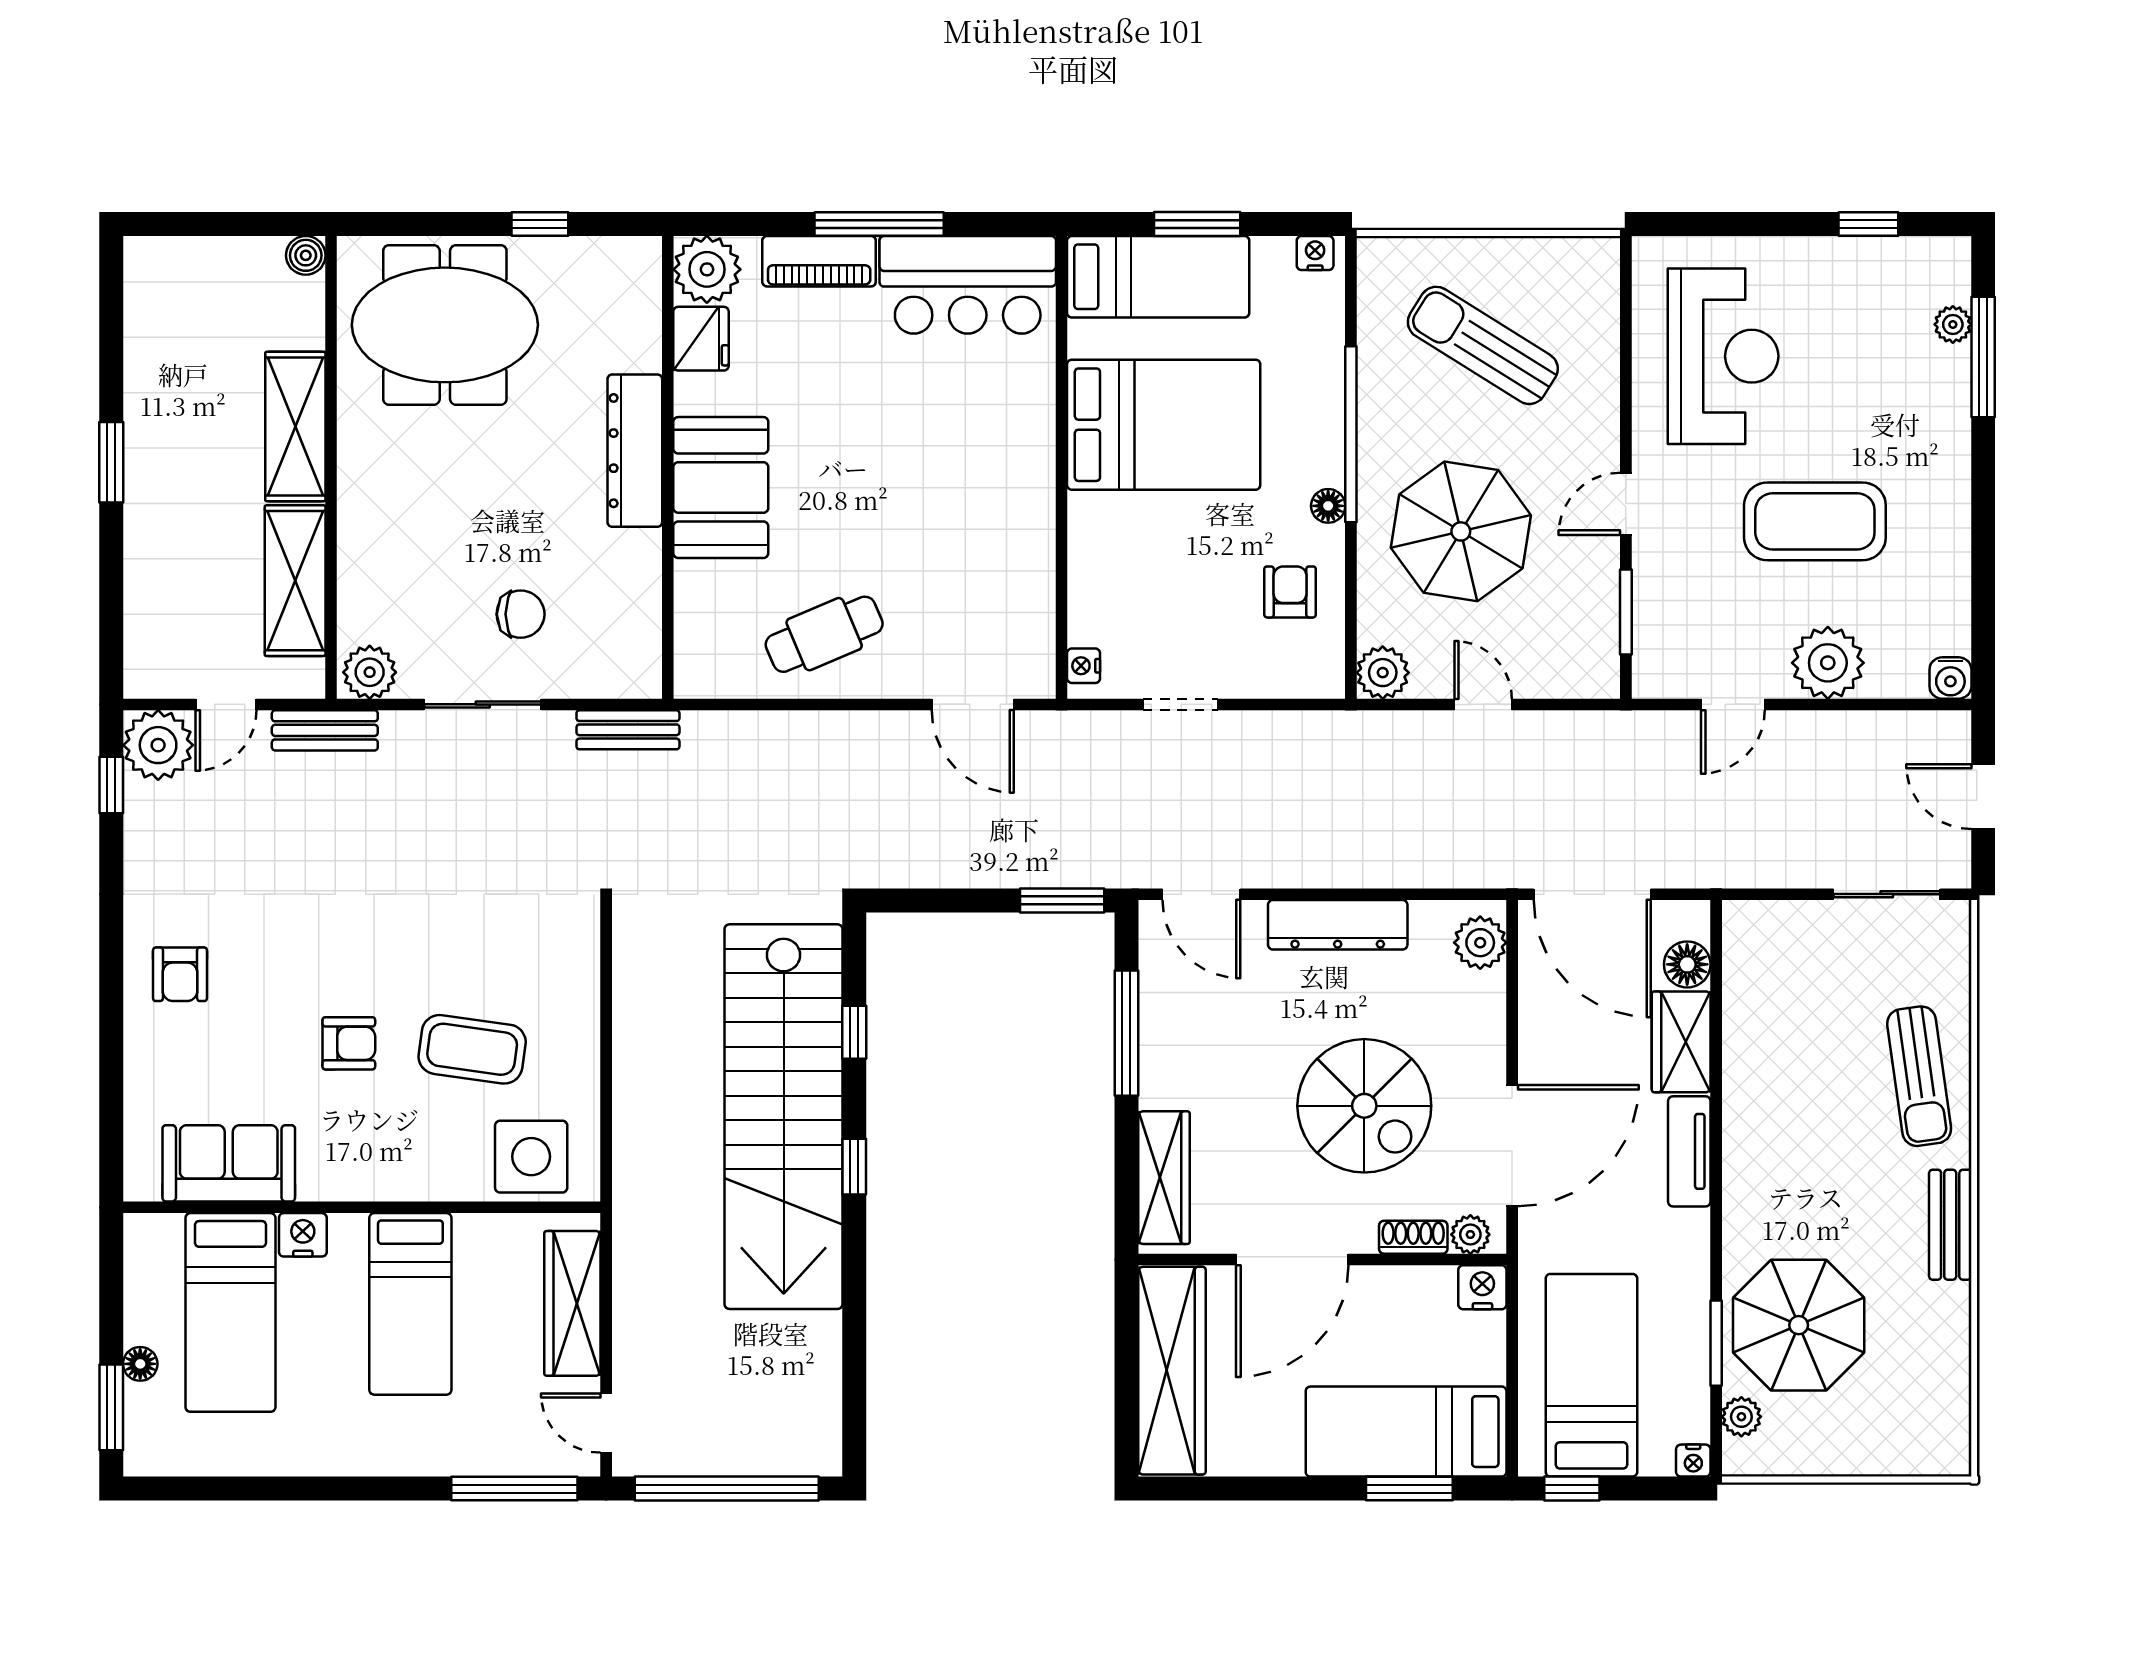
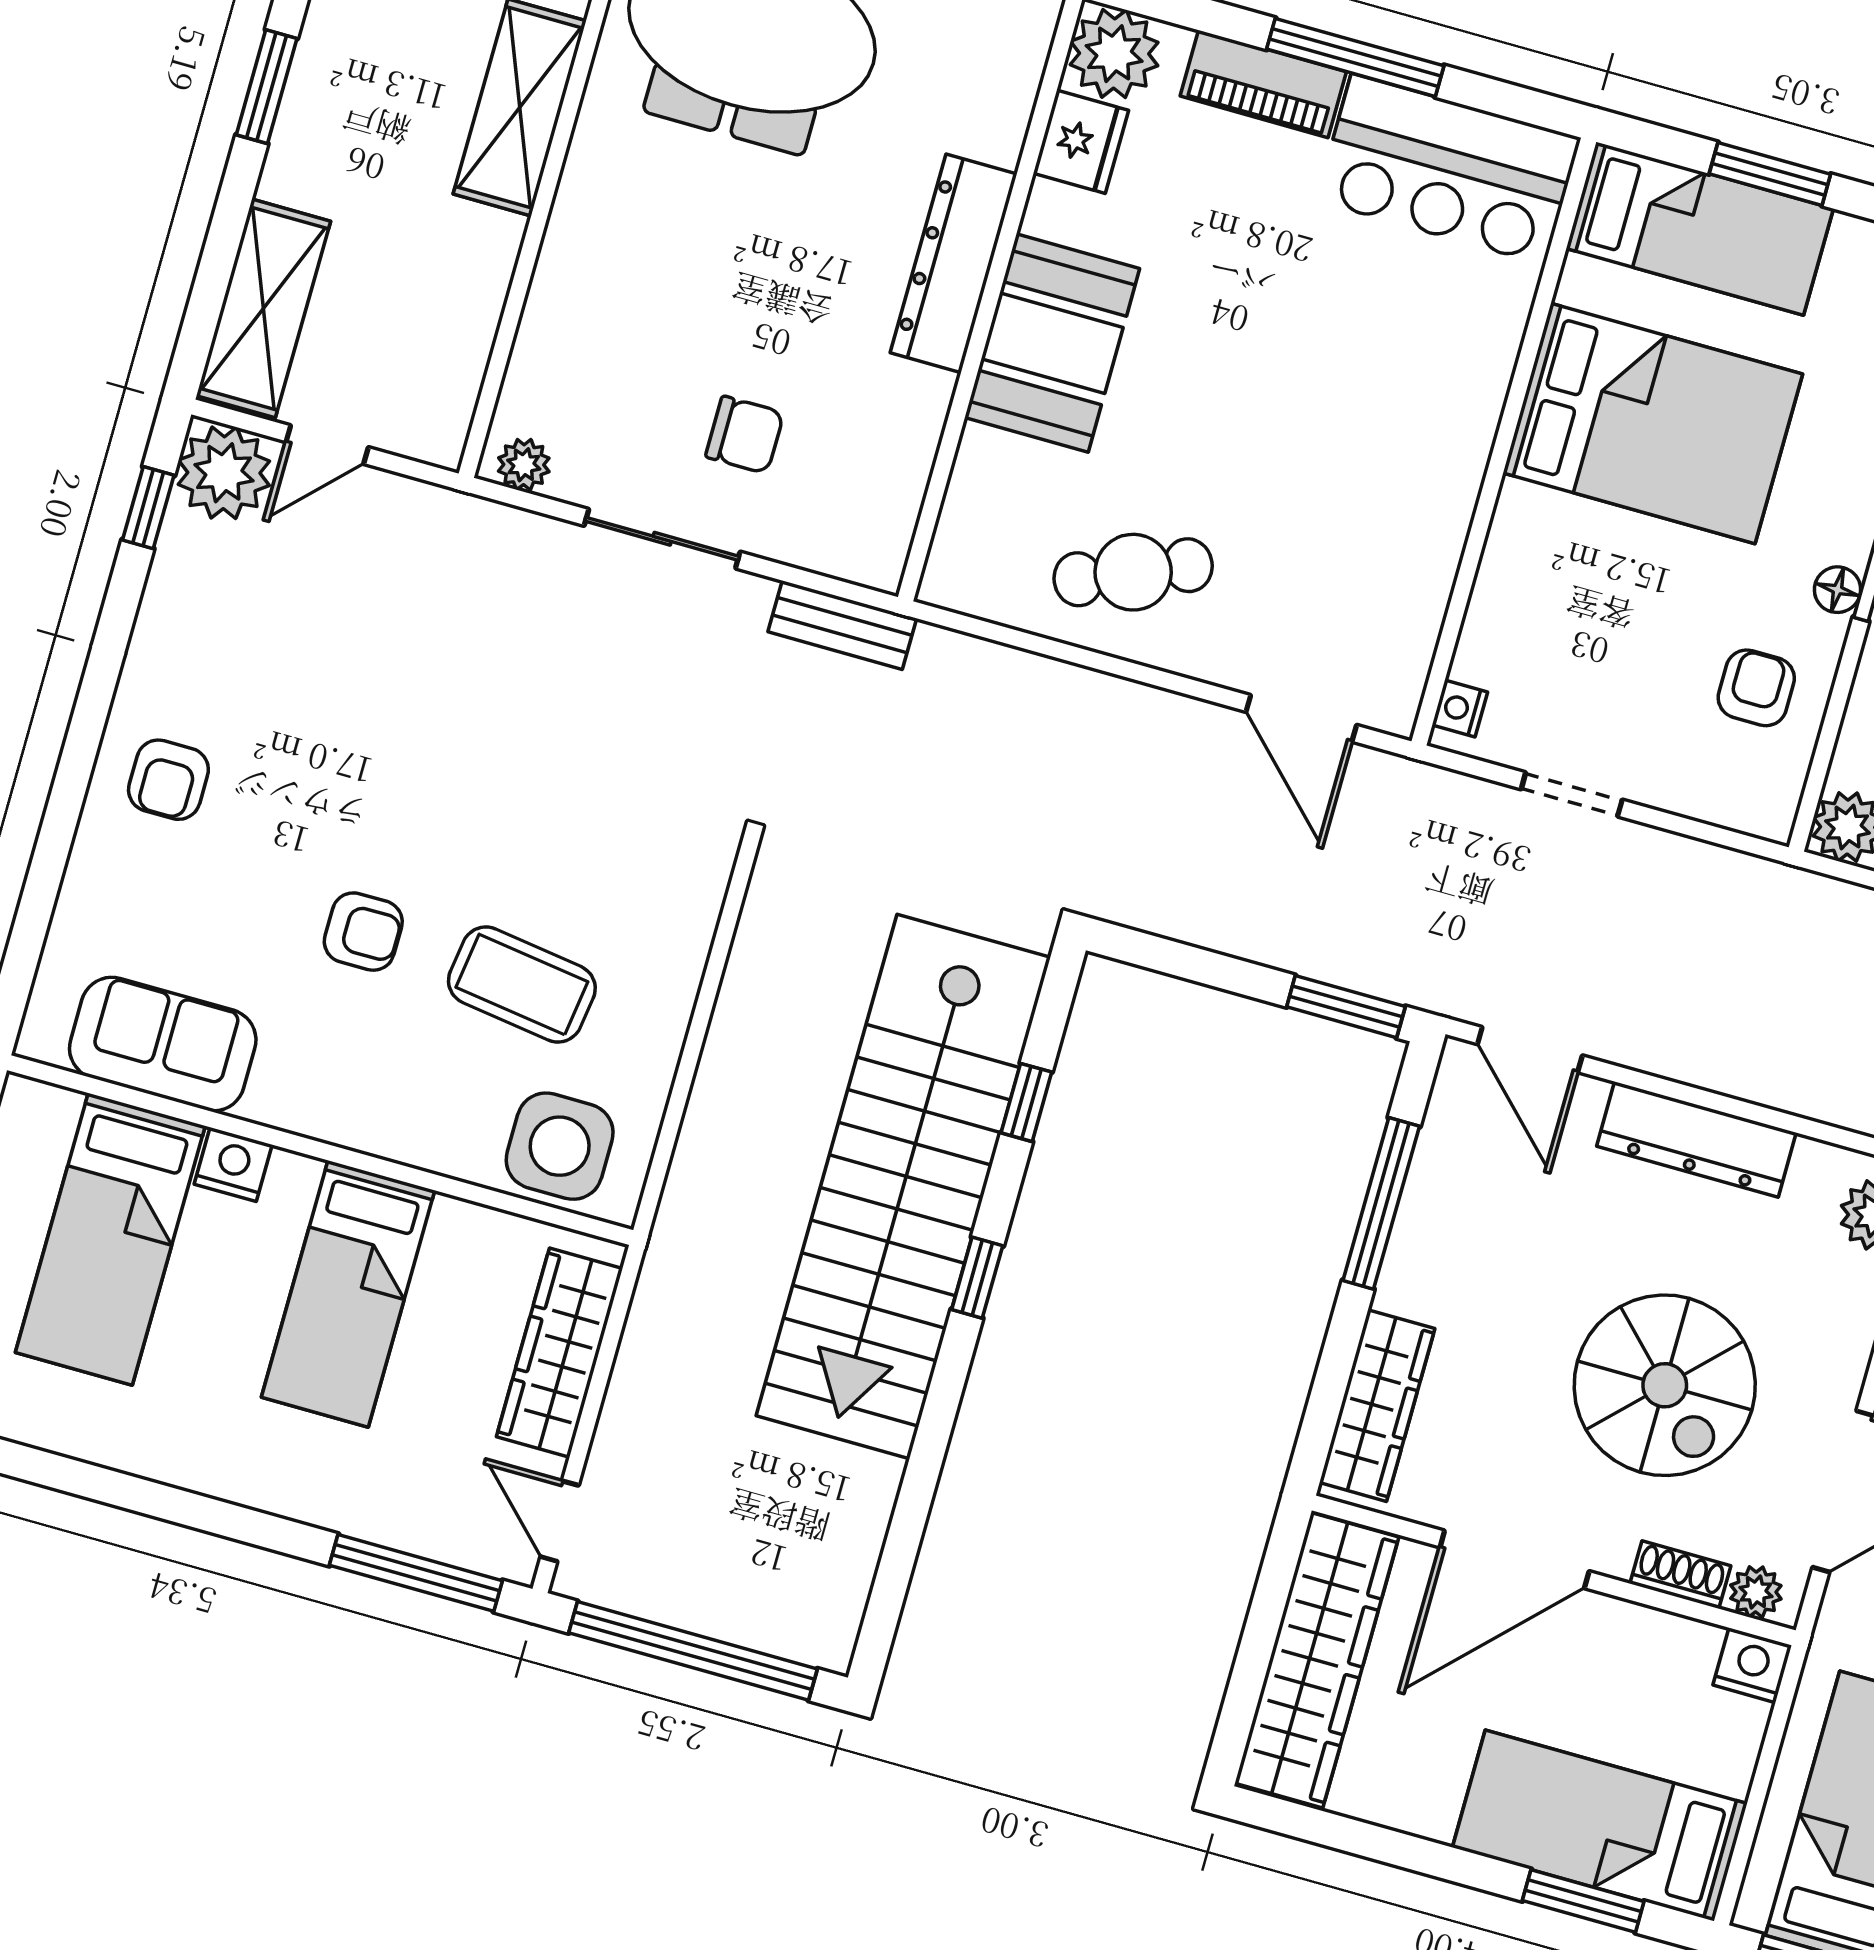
shelving: (295, 581) -> (263, 308), moved
plant: (370, 672) -> (524, 465), width x0.73, depth x0.73
bench: (325, 730) -> (447, 515), removed

